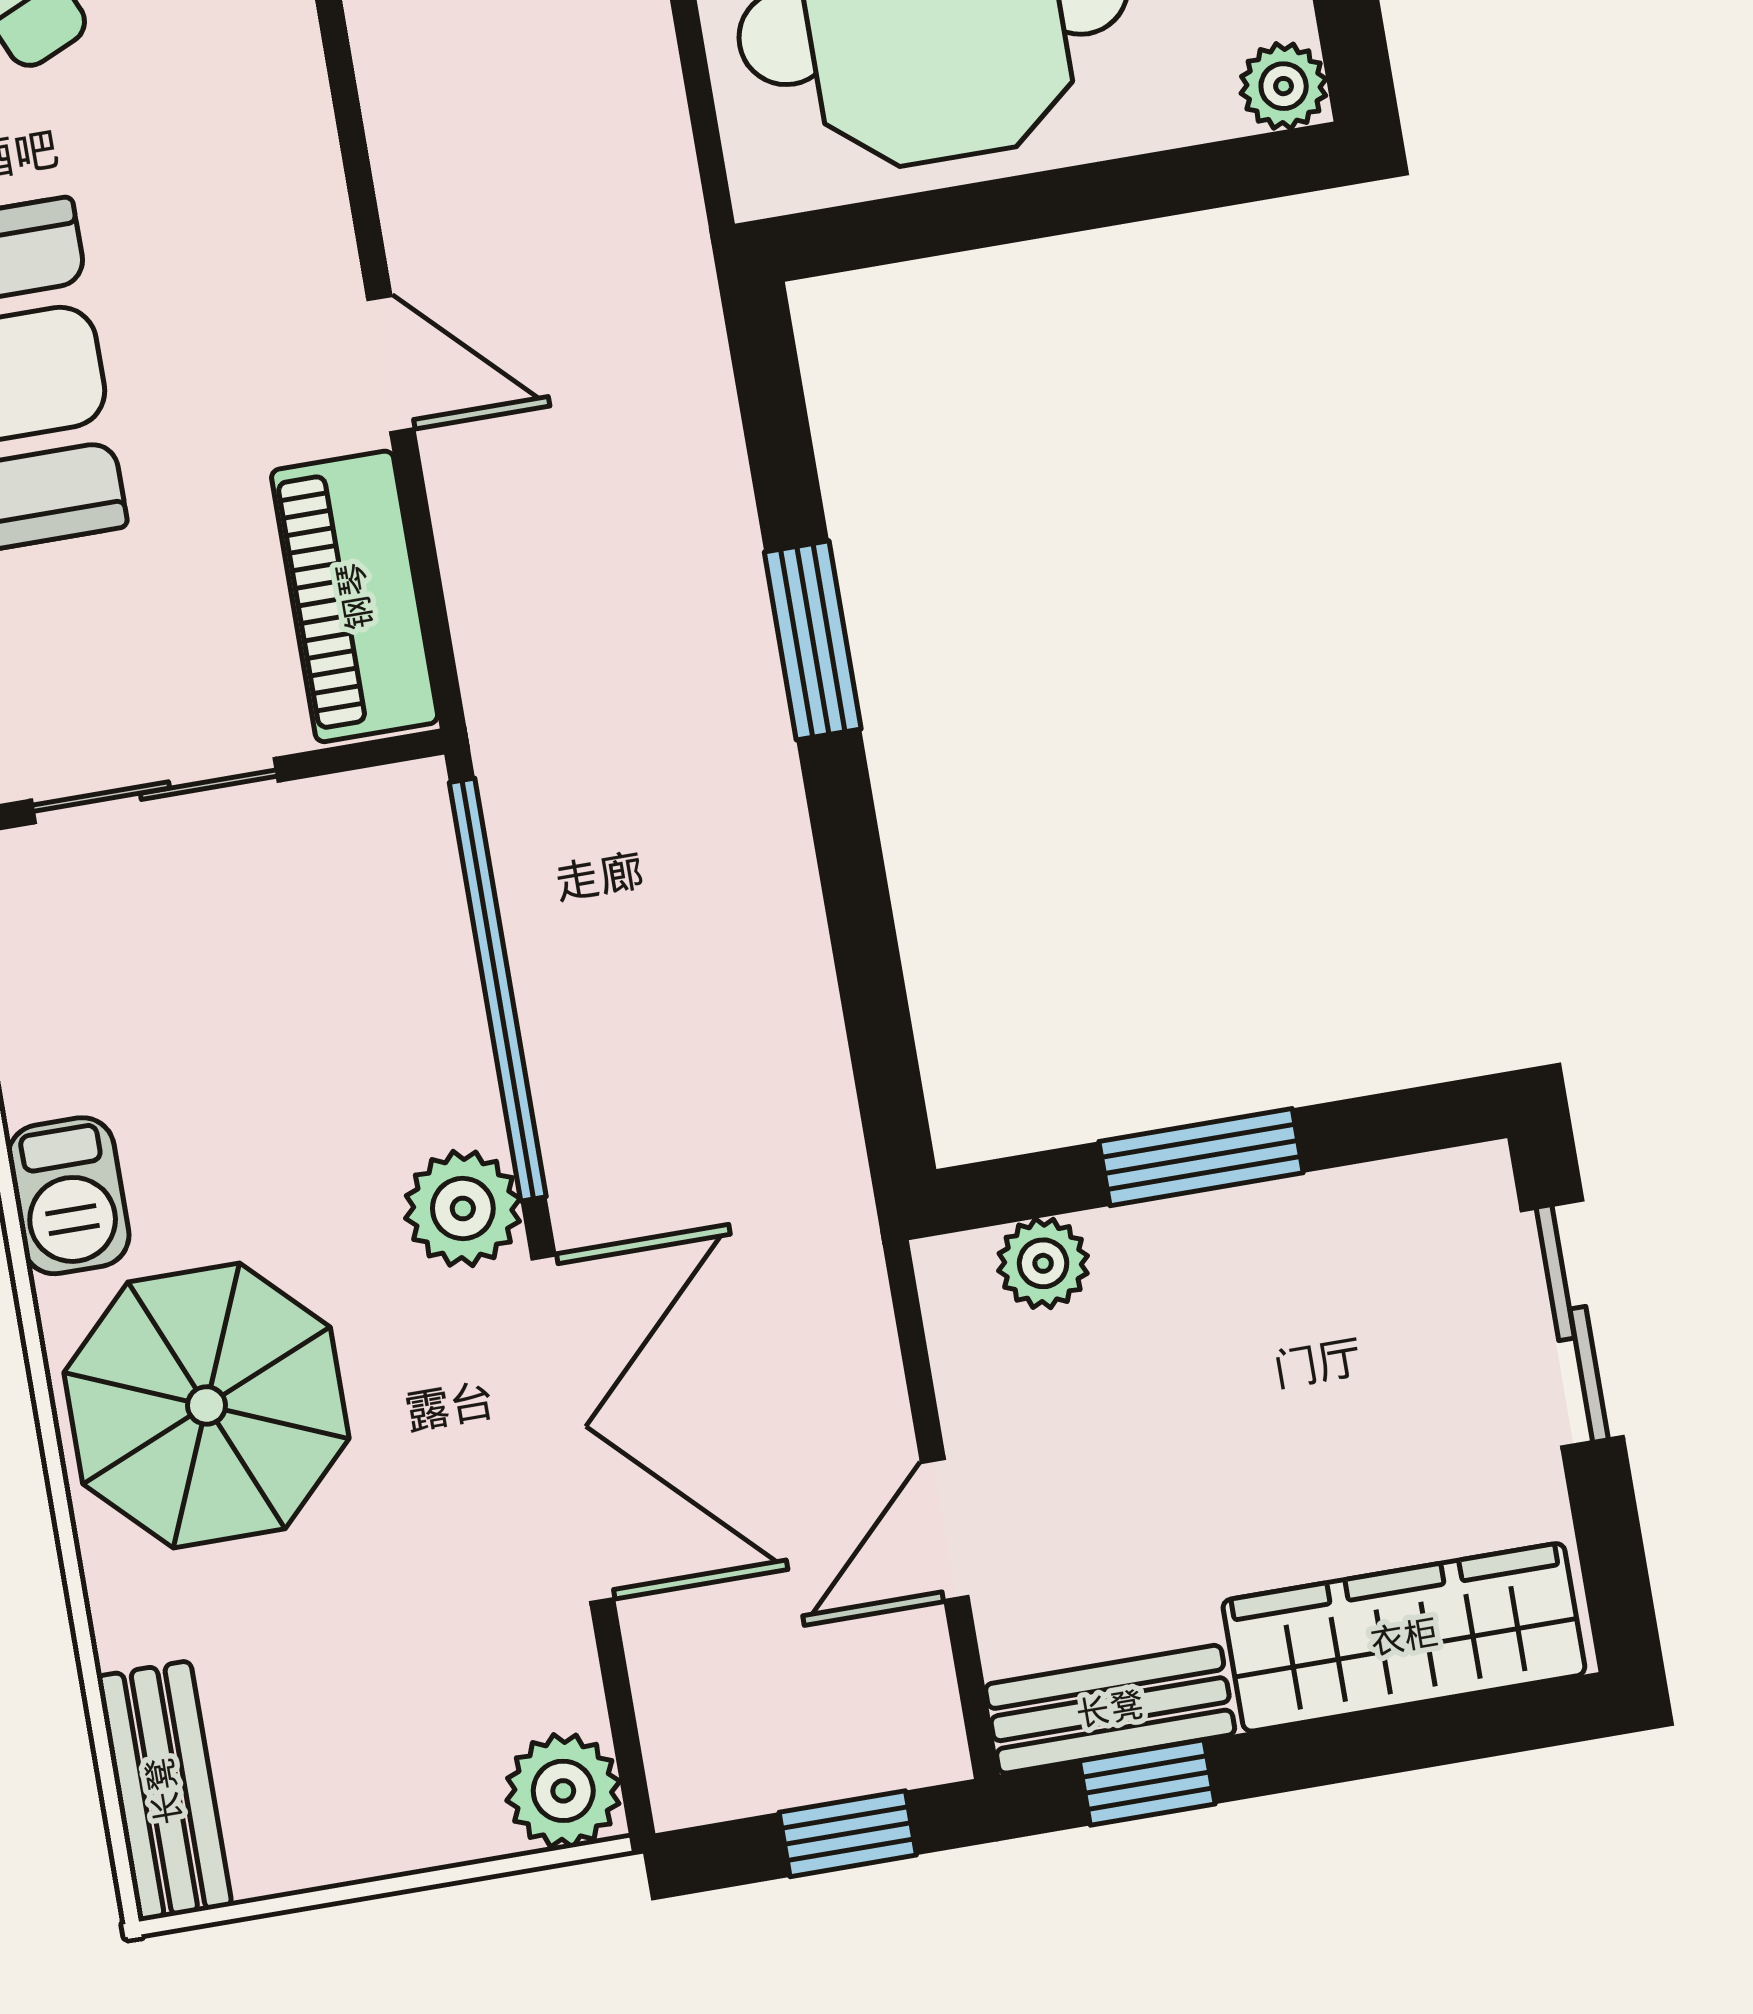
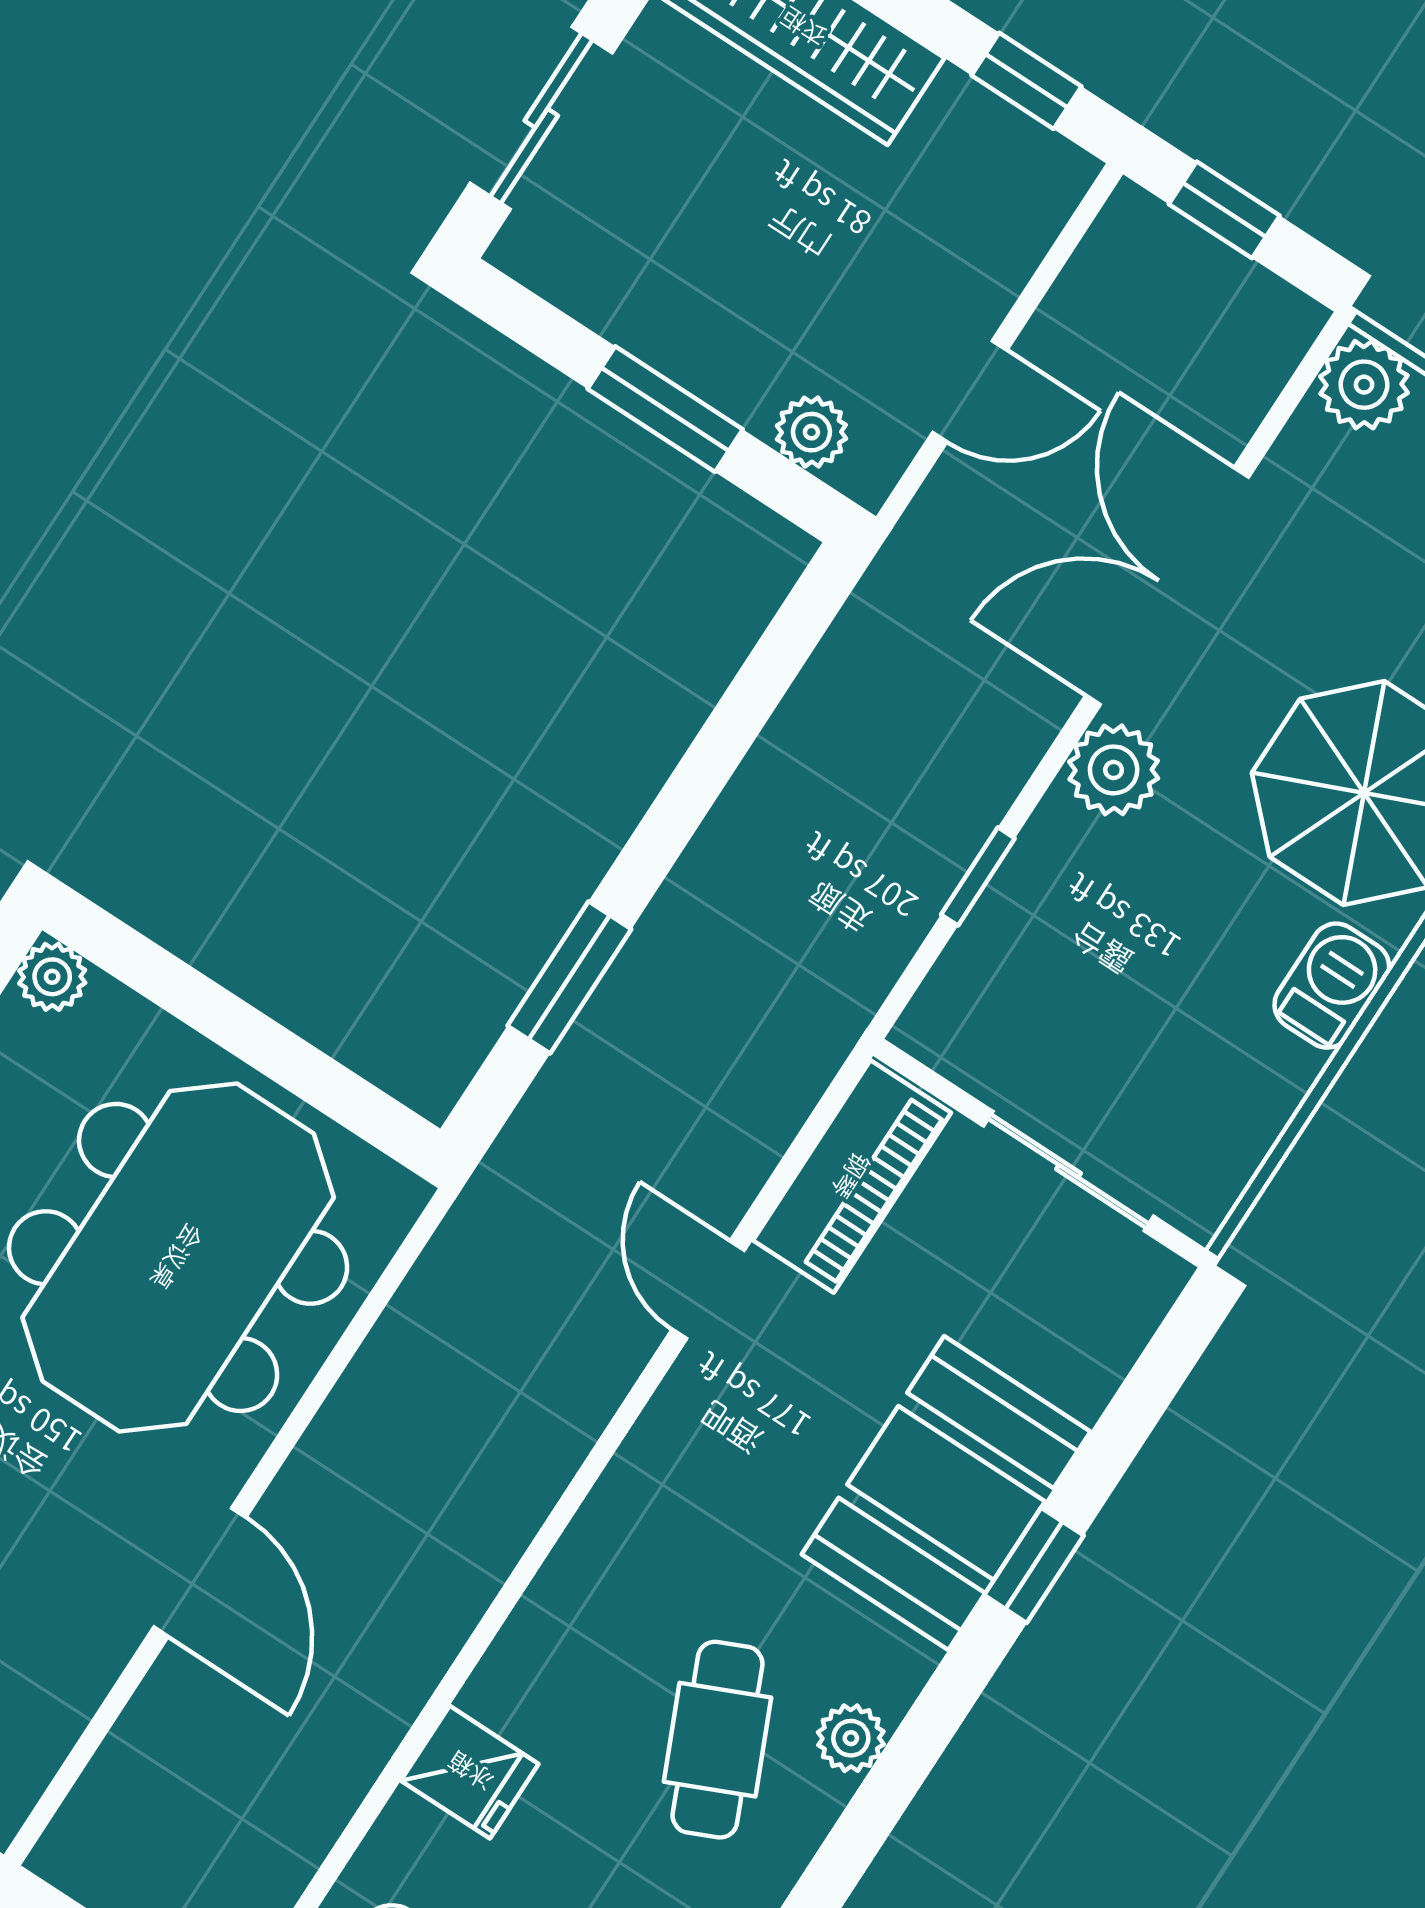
window: (813, 640) -> (569, 977), moved
window: (498, 990) -> (978, 876), width x0.32
door: (945, 1530) -> (970, 391), moved
bench: (1110, 1709) -> (1009, 142), removed

